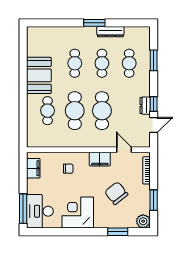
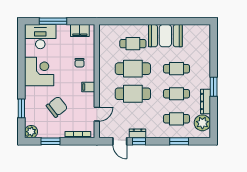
plant: (134, 35) -> (202, 123), added
filing cabinet: (100, 159) -> (88, 87), width x0.50
window: (23, 209) -> (53, 21), moved

